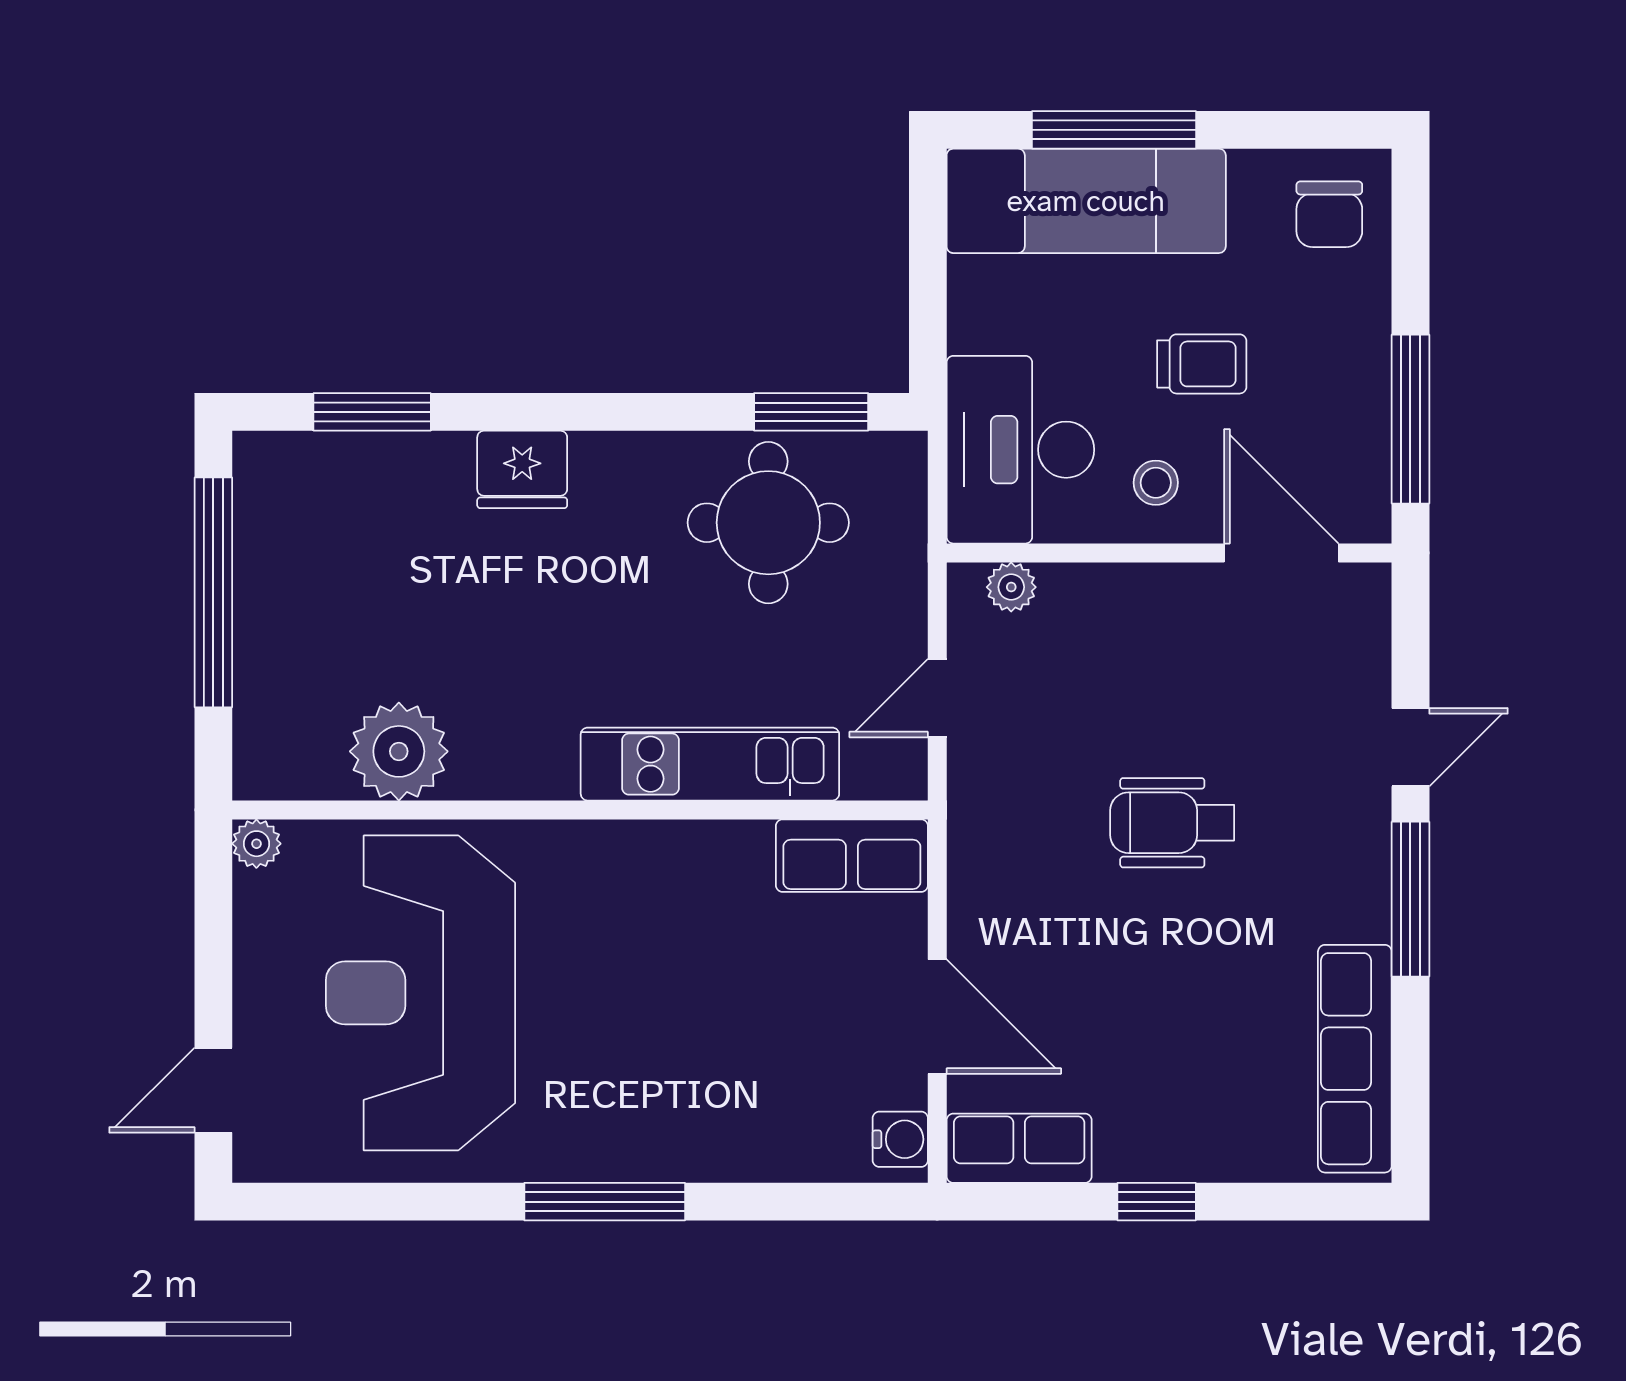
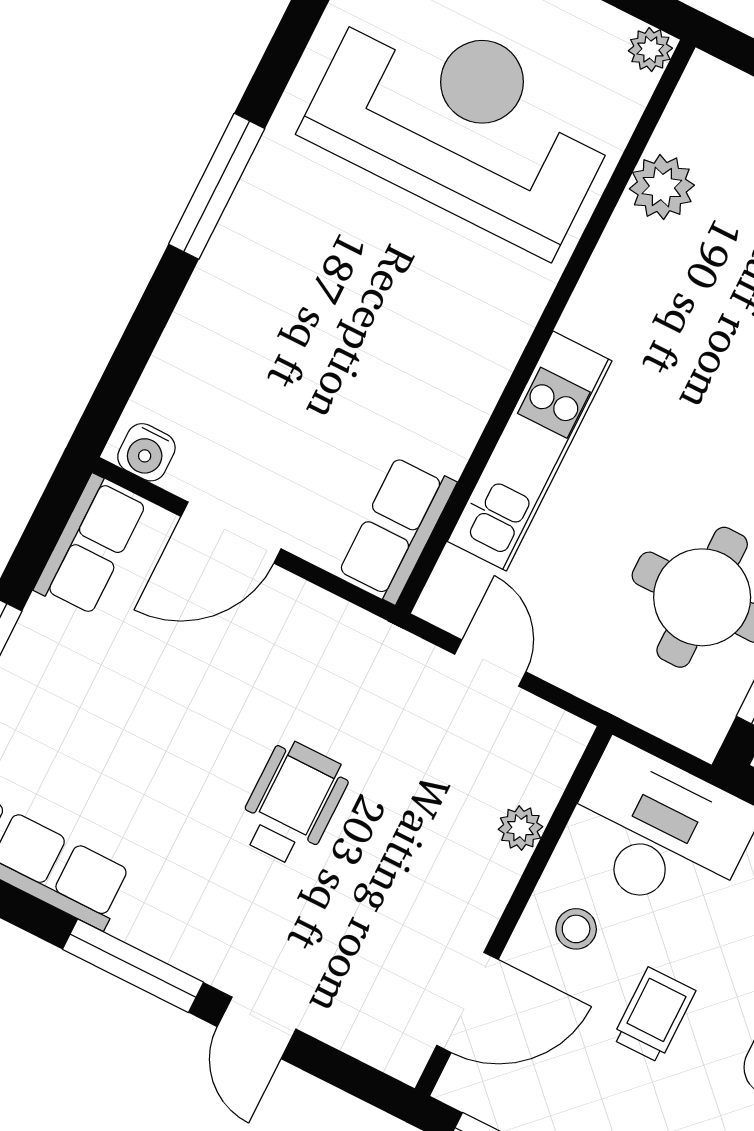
trolley: (1202, 364) -> (654, 1015), turned 180
plant: (1011, 587) -> (520, 828), moved
plant: (399, 751) -> (662, 187), width x0.73, depth x0.73

